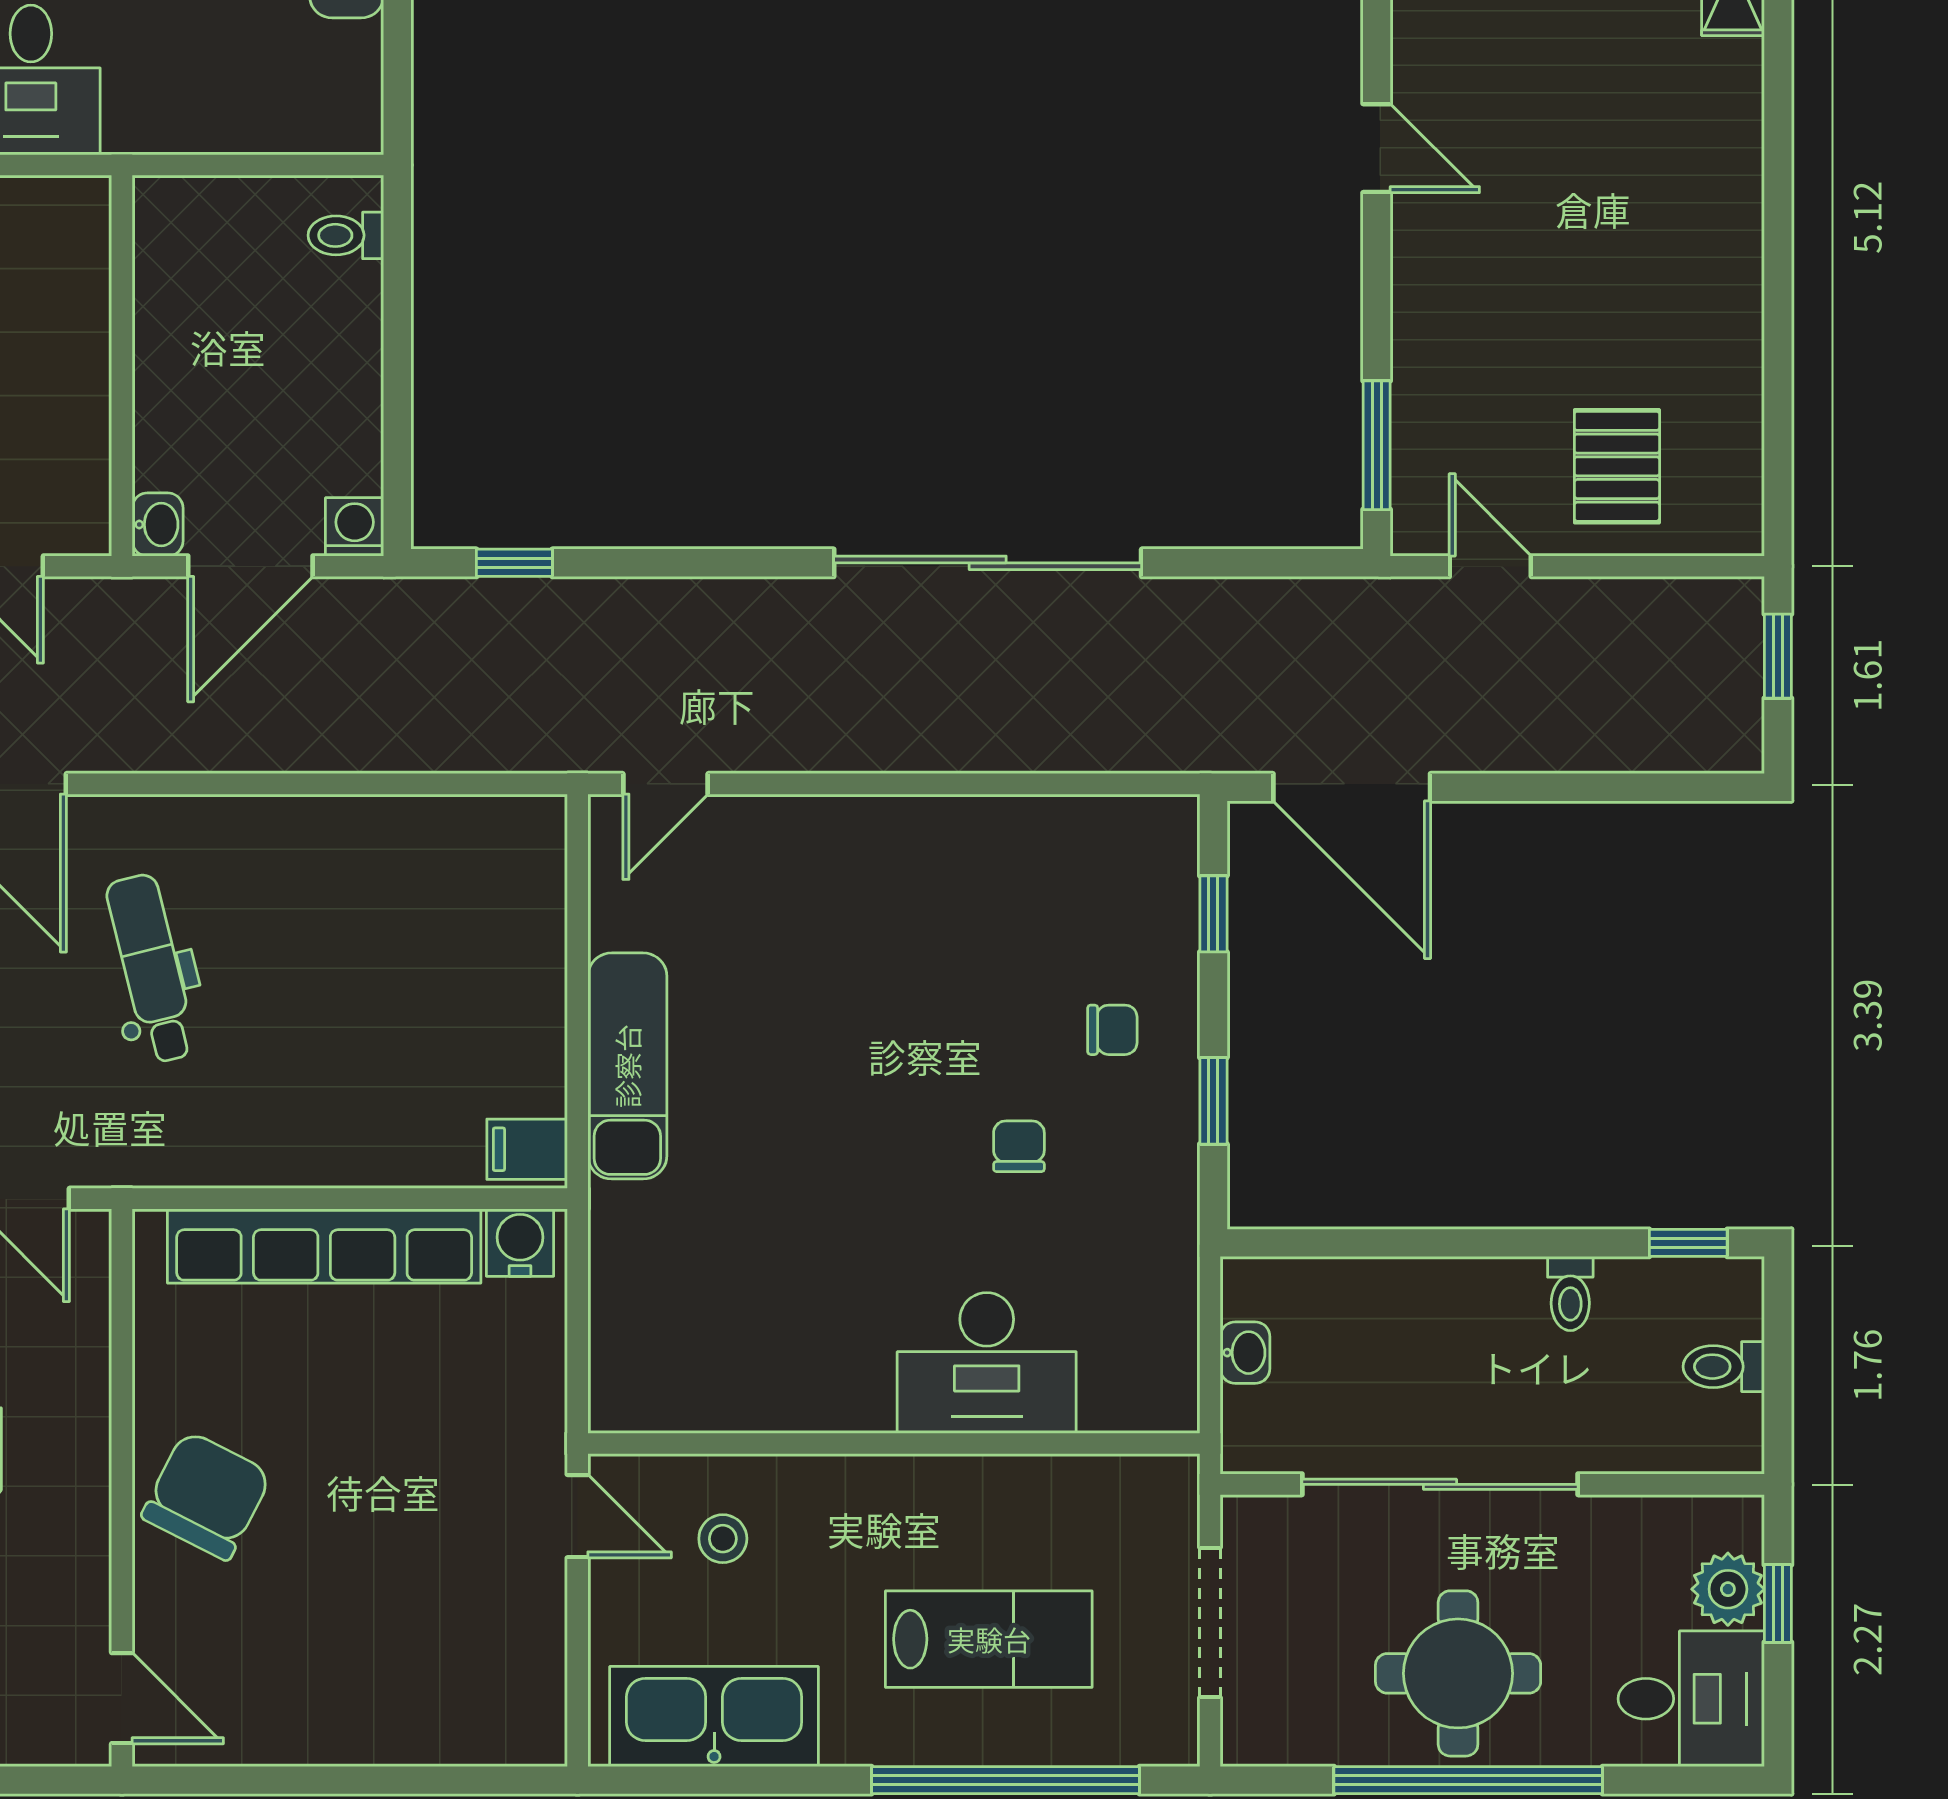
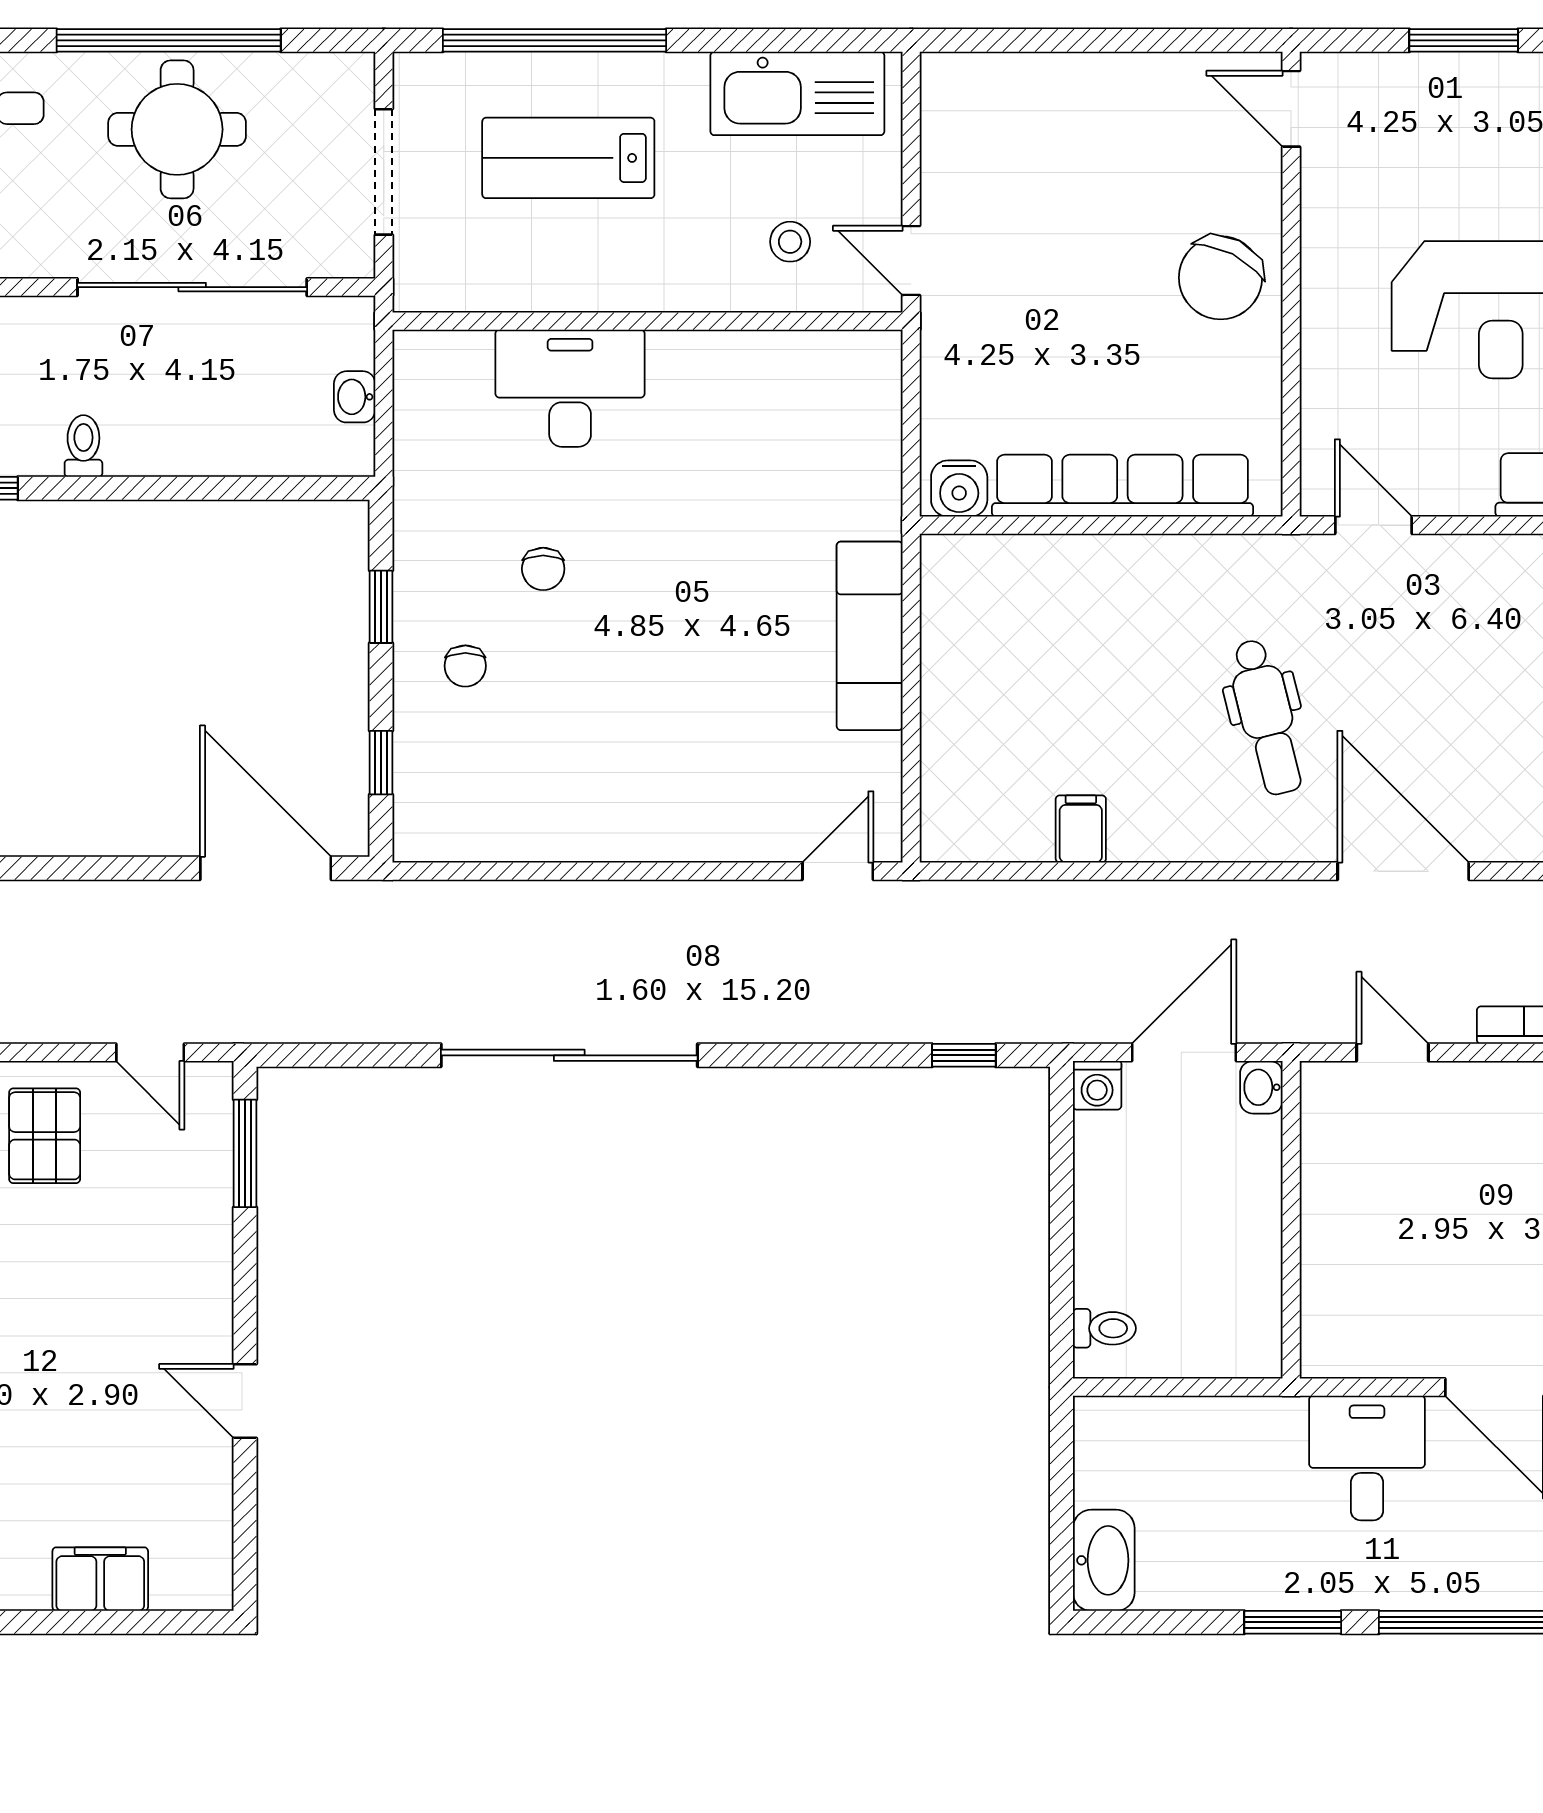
chair: (1112, 1030) -> (465, 666), turned -90
filing cabinet: (527, 1149) -> (1081, 829), moved, turned -90

